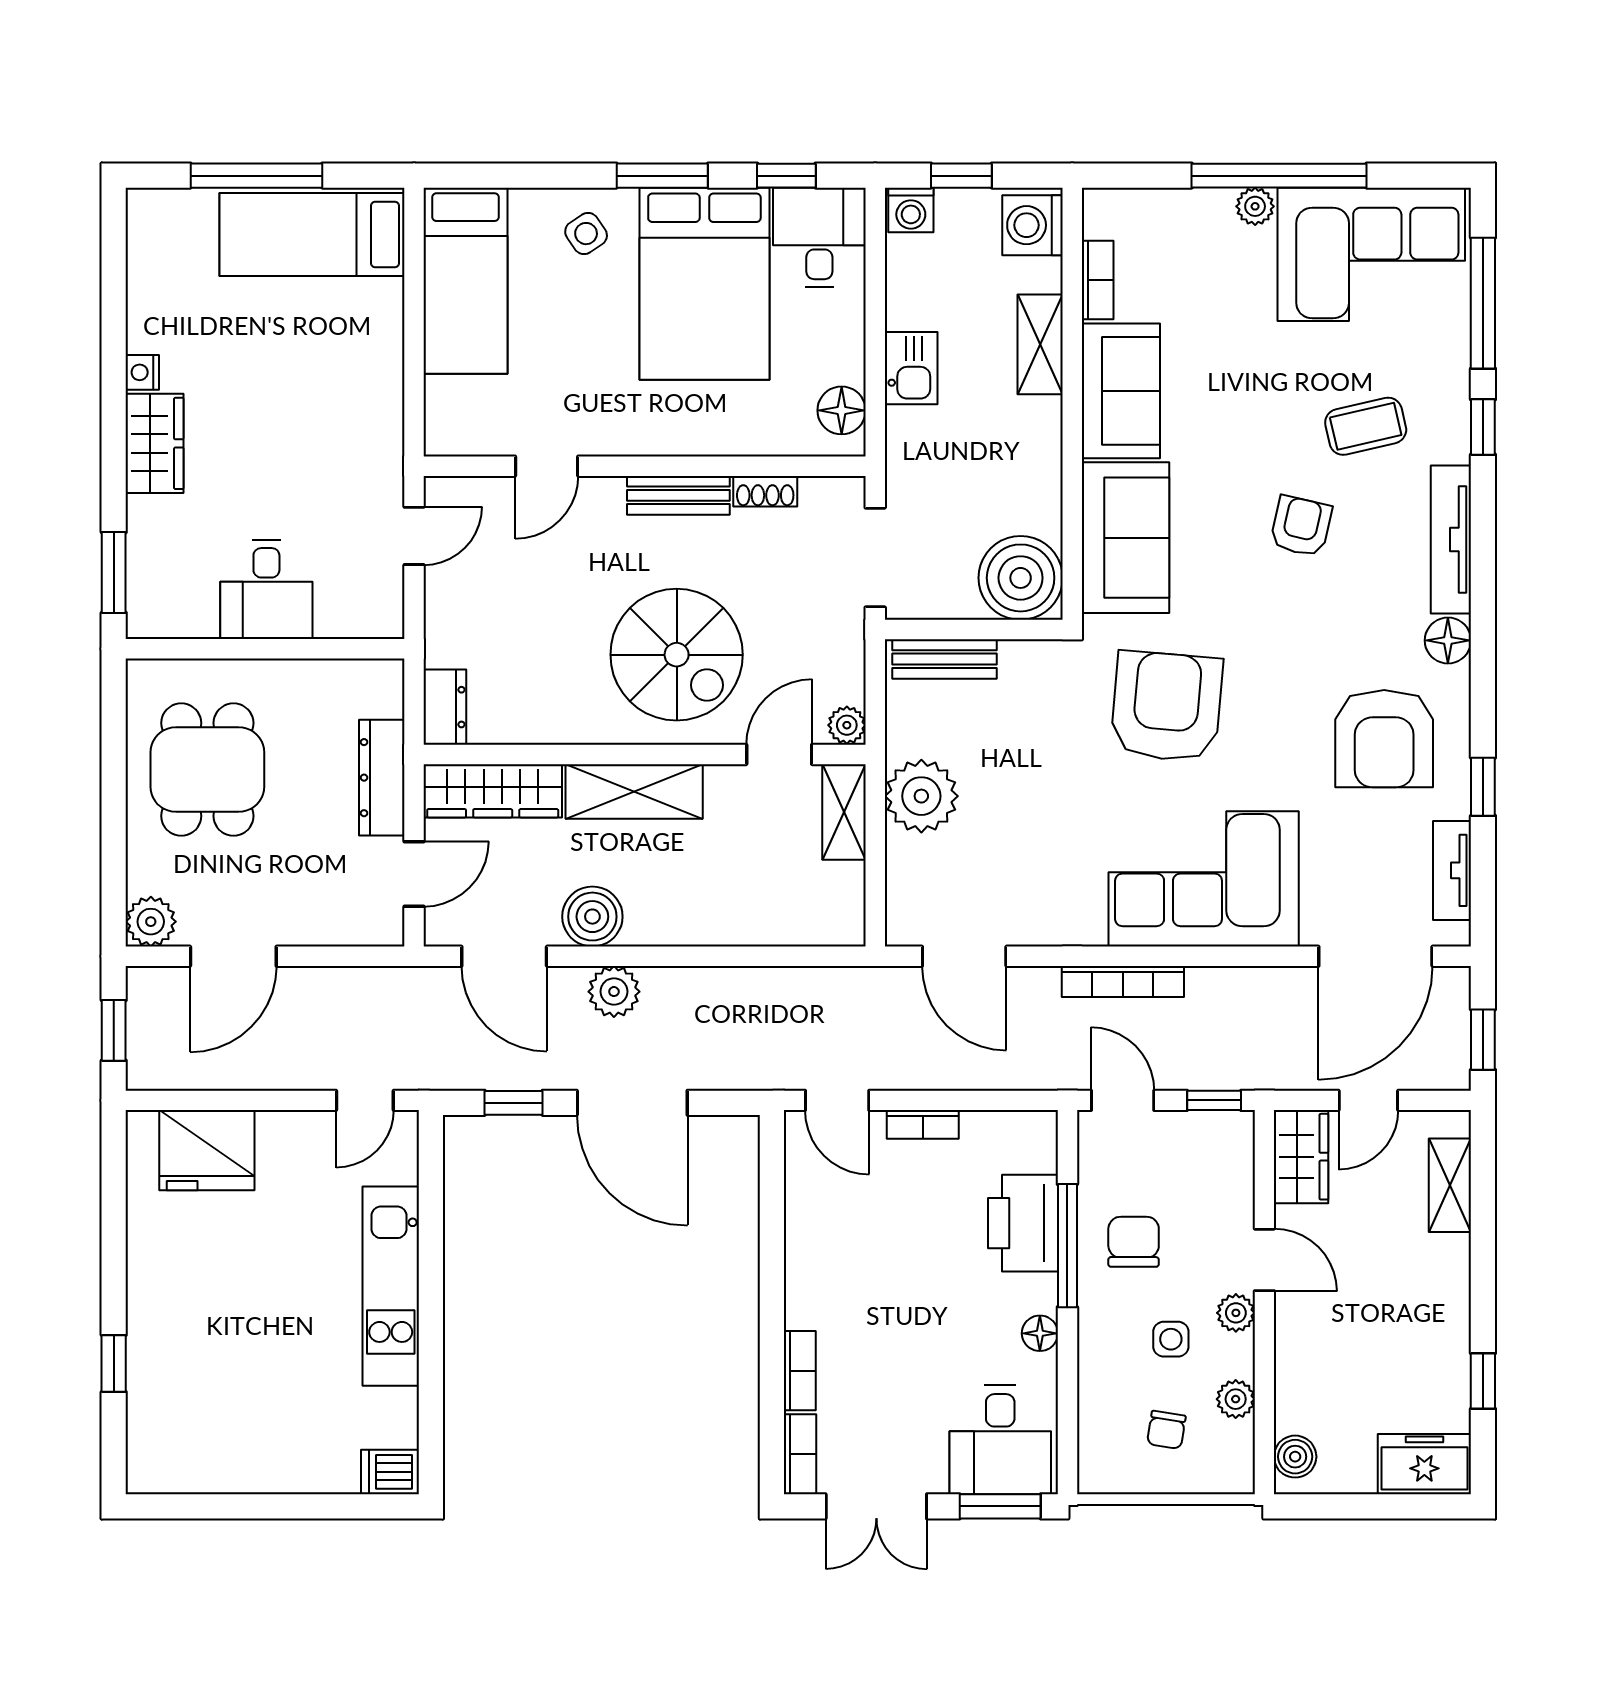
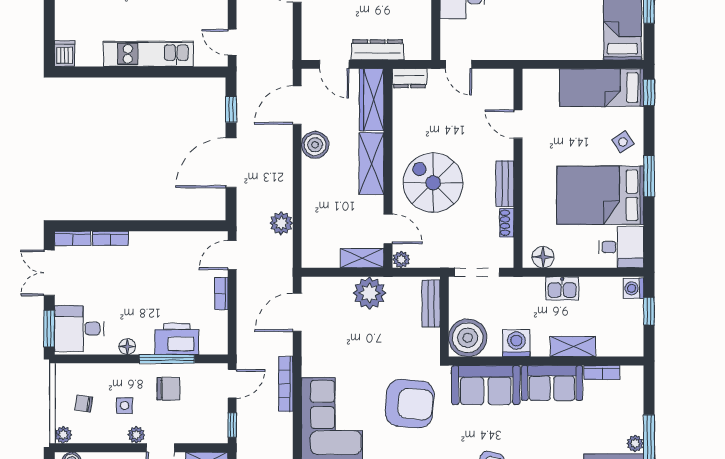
window: (786, 176) -> (649, 92), moved
washing machine: (1033, 225) -> (516, 343), moved
door: (414, 536) -> (459, 64), moved
spiral stairs: (677, 655) -> (433, 183), turned 90
plant: (614, 992) -> (281, 223), moved
plant: (1236, 1399) -> (63, 435), moved

